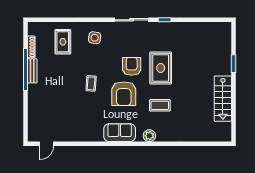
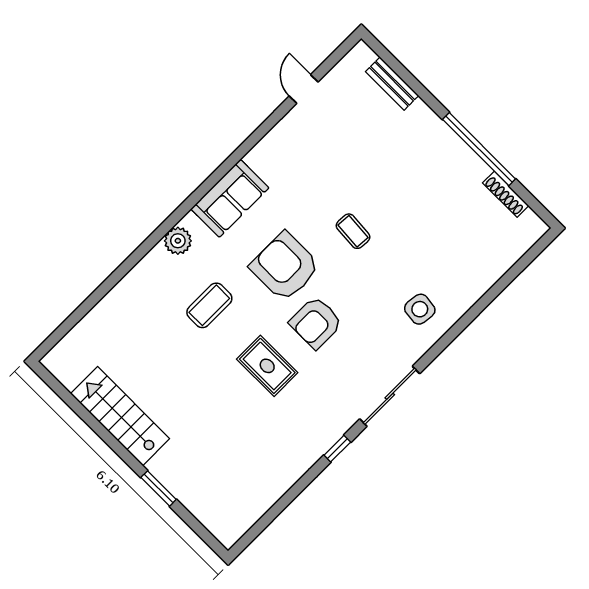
rug: (63, 42) -> (464, 253), removed
armchair: (132, 66) -> (316, 323), turned 90
rug: (161, 68) -> (267, 366), width x0.73, depth x0.70
bench: (32, 71) -> (392, 84), moved
door: (47, 144) -> (304, 89), moved

